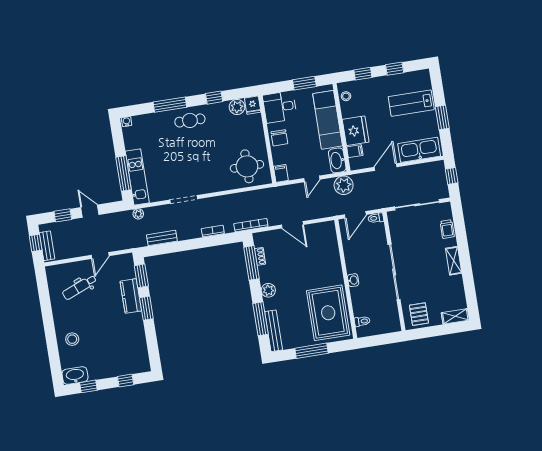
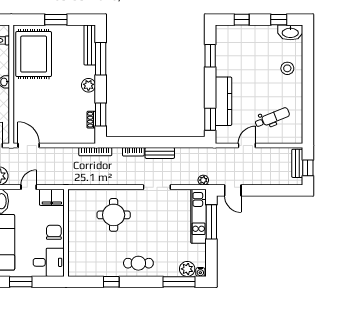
window: (170, 105) -> (179, 282), moved
fridge: (253, 105) -> (75, 268), removed
plant: (237, 107) -> (187, 269), moved
round table: (247, 166) -> (114, 215), moved
filing cabinet: (281, 173) -> (52, 197), width x2.00
door: (90, 211) -> (233, 190), moved
window: (63, 215) -> (277, 190), removed
door: (292, 225) -> (29, 145), moved
bench: (162, 238) -> (160, 153), moved
window: (252, 263) -> (101, 115), width x0.69
kitchen counter: (131, 296) -> (223, 101), width x1.50
window: (146, 308) -> (210, 56), moved
window: (312, 351) -> (56, 20), width x0.69

